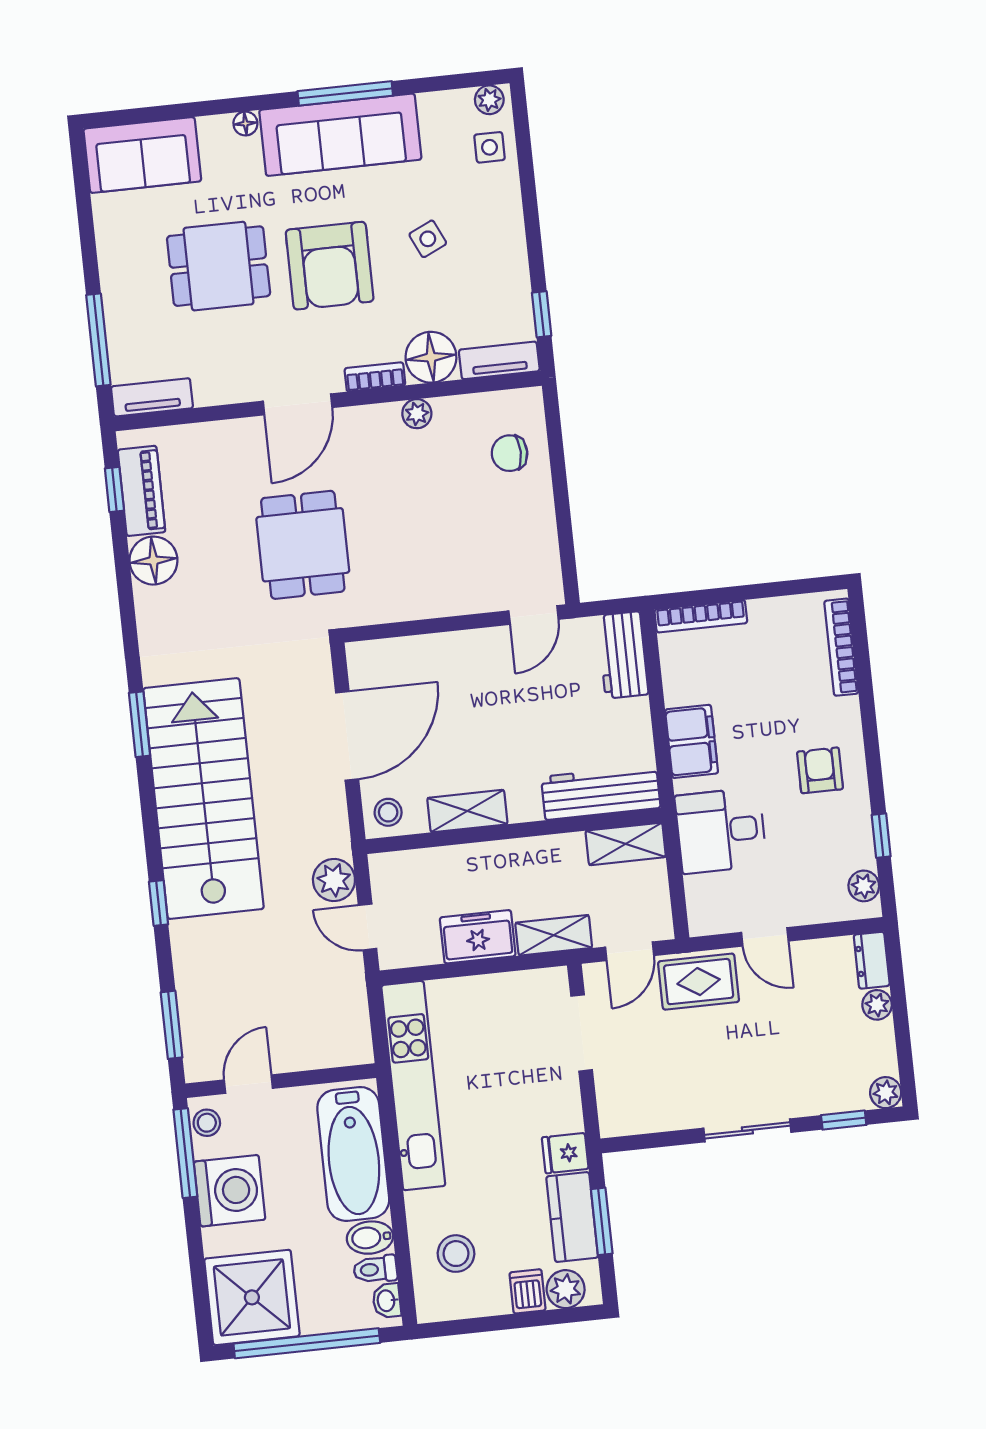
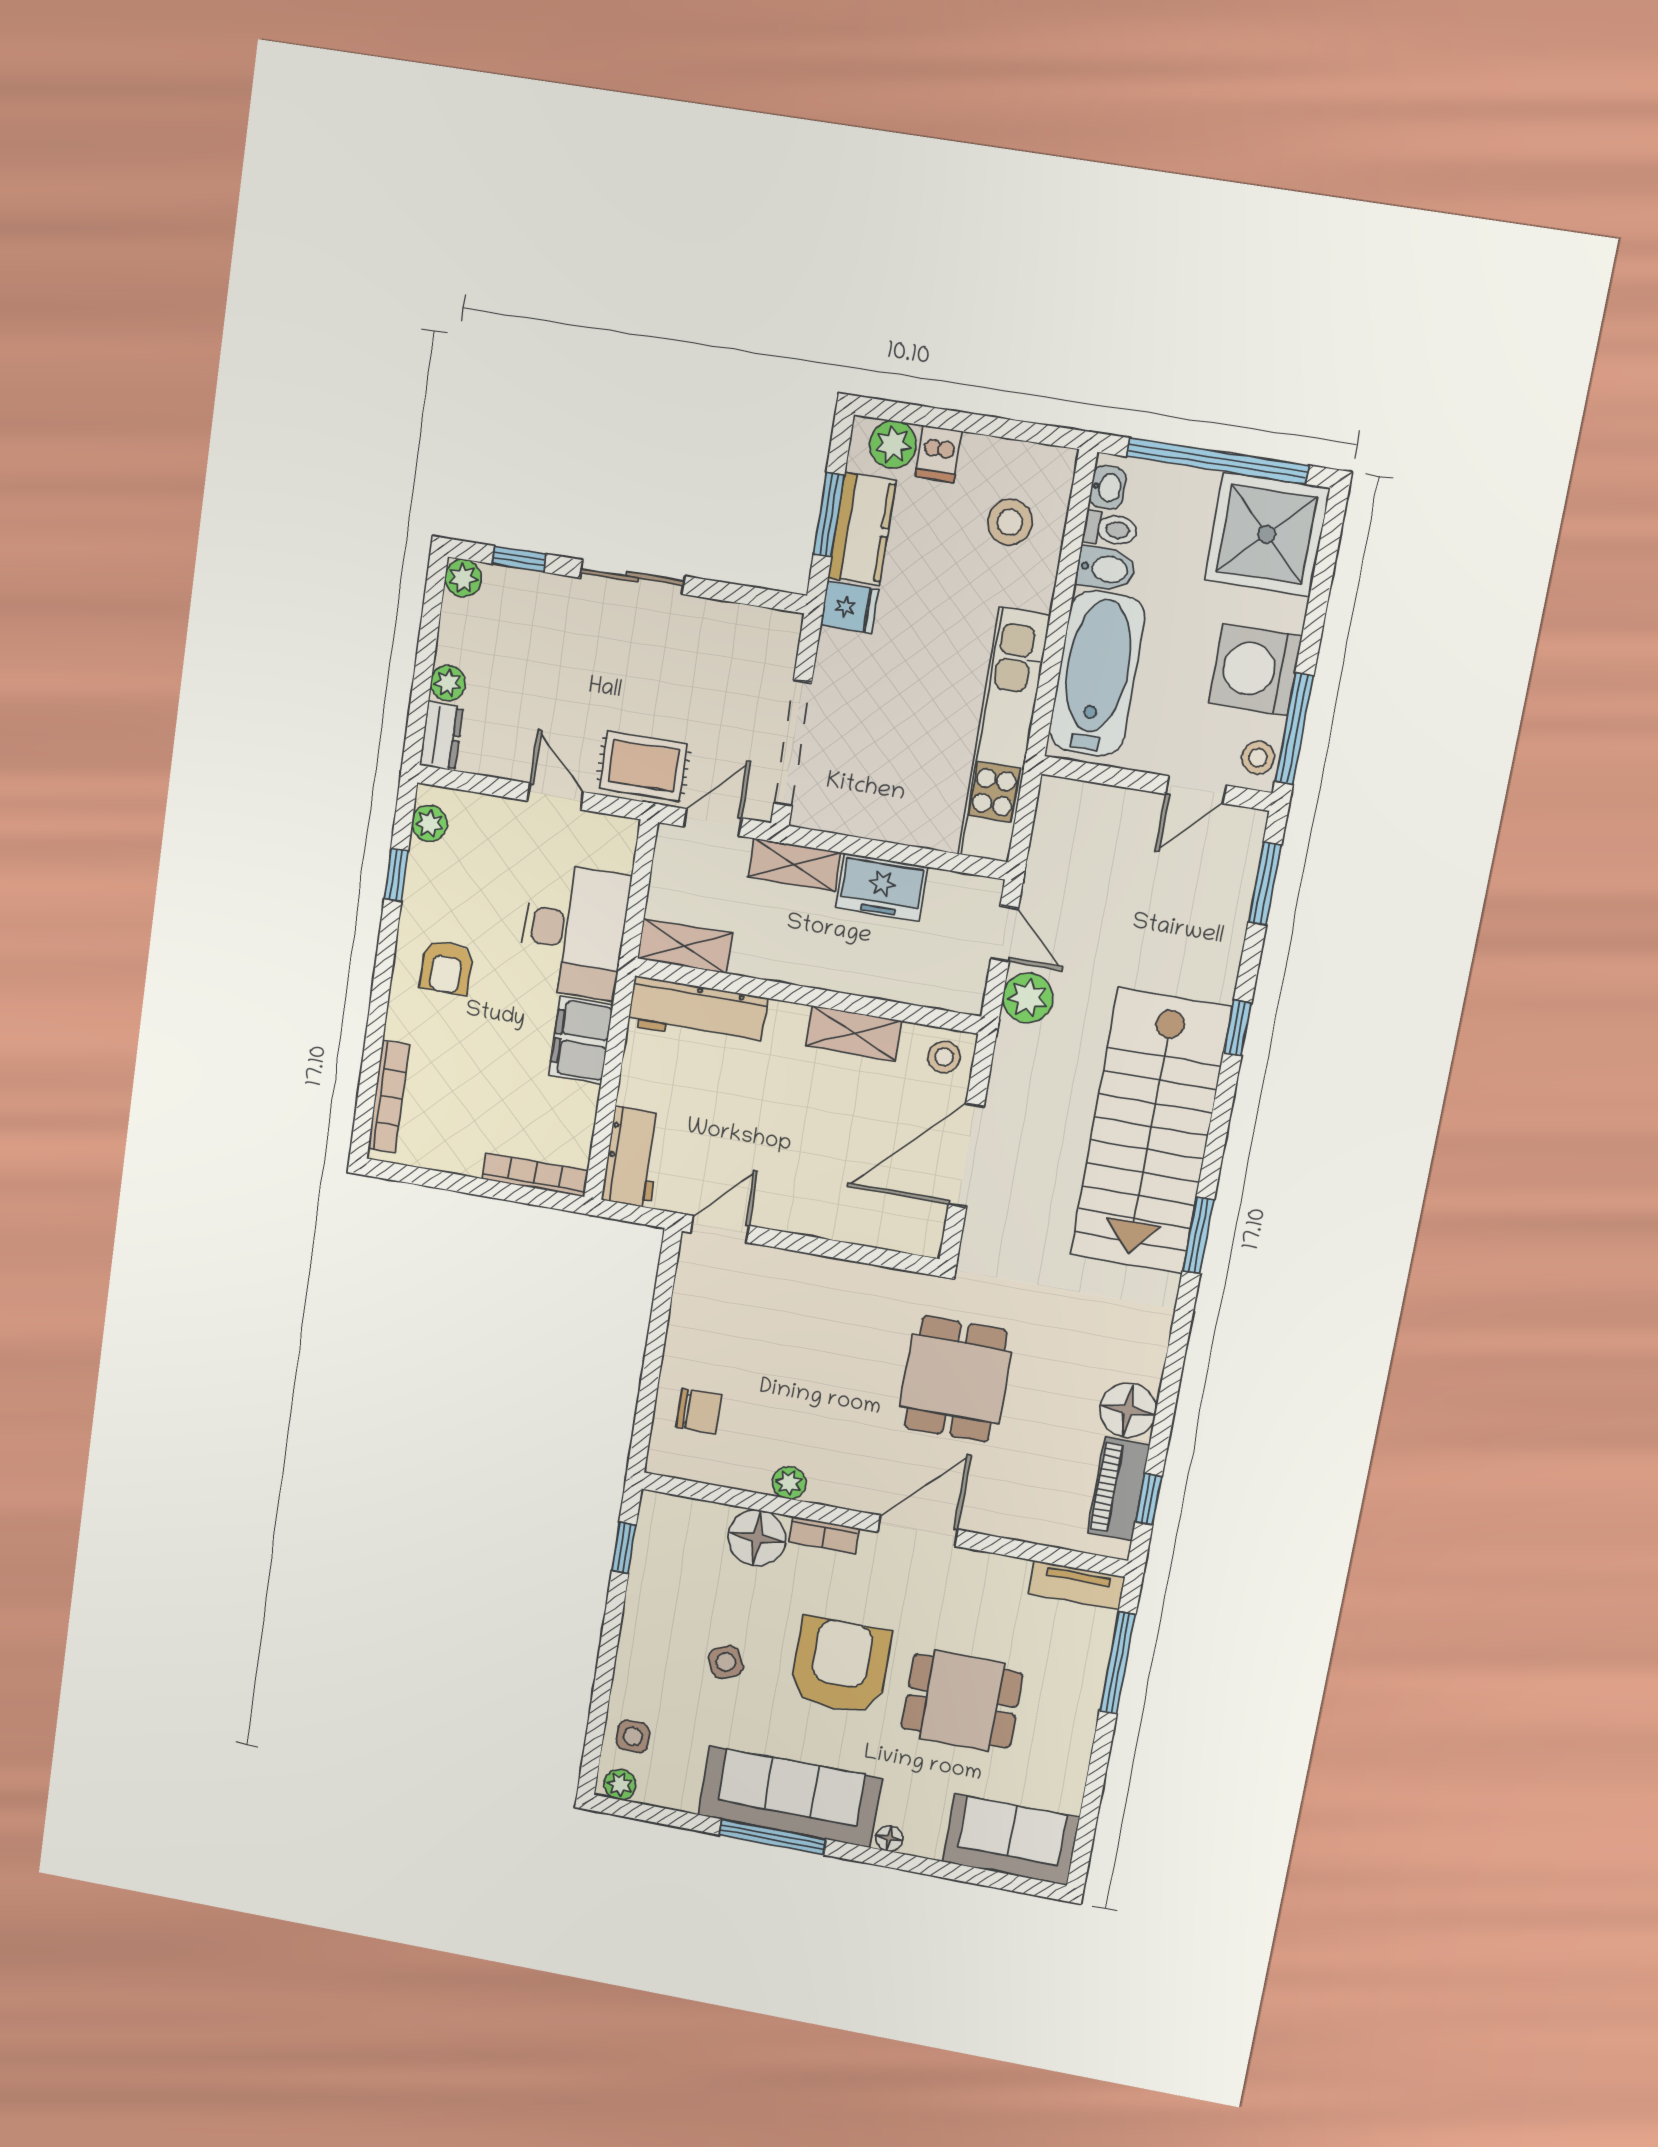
tv unit: (499, 360) -> (683, 1513), removed
desk: (721, 831) -> (574, 931), width x1.37
doorway: (582, 1033) -> (793, 743), width x1.36

